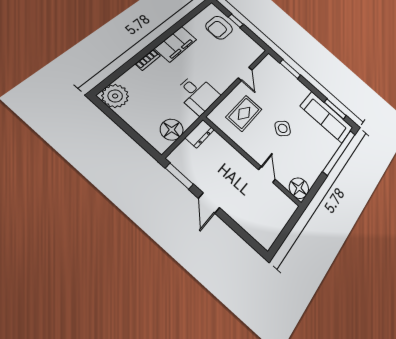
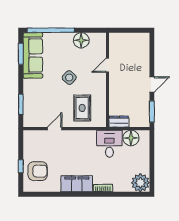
desk: (197, 94) -> (109, 144), moved
rug: (244, 113) -> (82, 108), turned 90
floor lamp: (299, 188) -> (81, 40), moved

